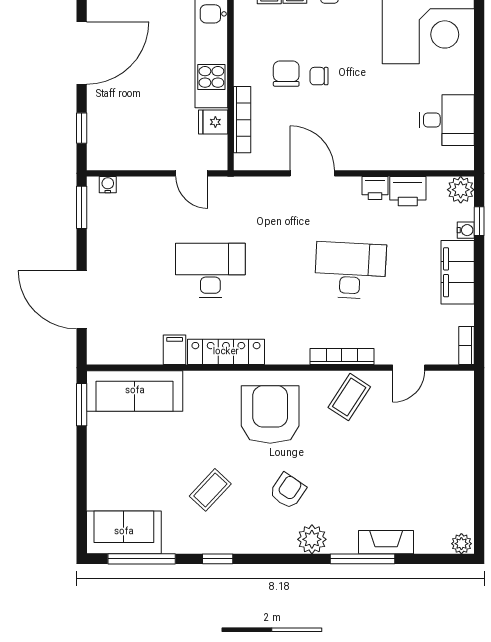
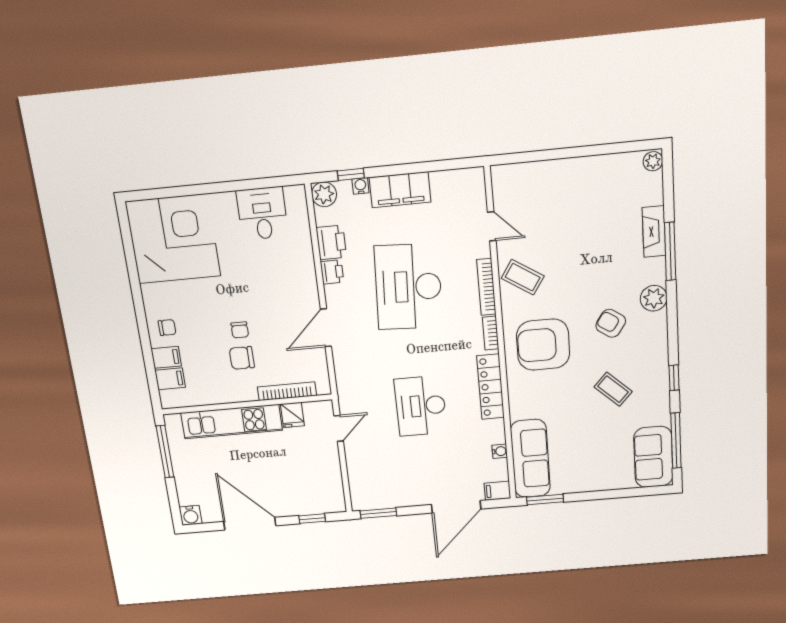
water cooler: (108, 185) -> (500, 451), moved, turned 180
desk: (350, 270) -> (408, 287), width x1.36, depth x1.30
bookcase: (466, 345) -> (491, 333), moved, turned 90
filing cabinet: (175, 350) -> (497, 491), moved

